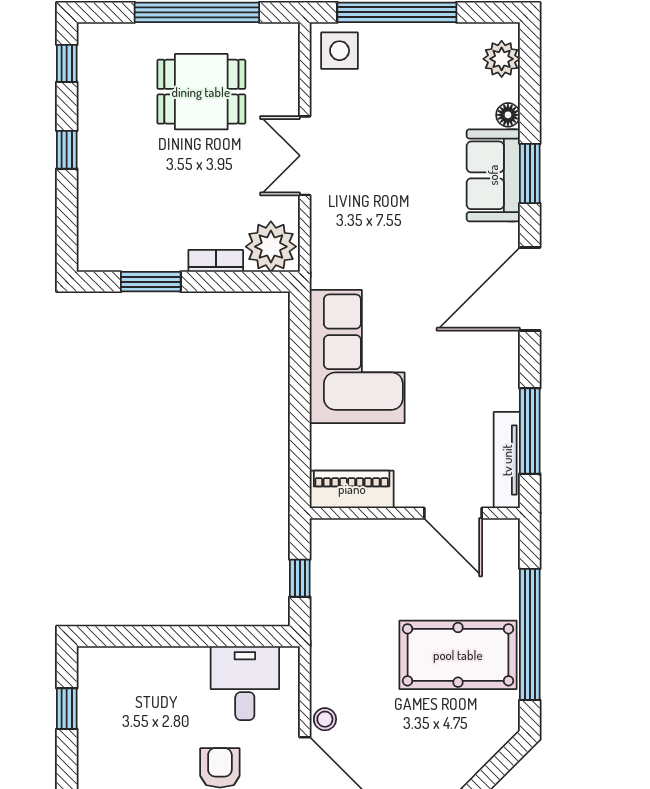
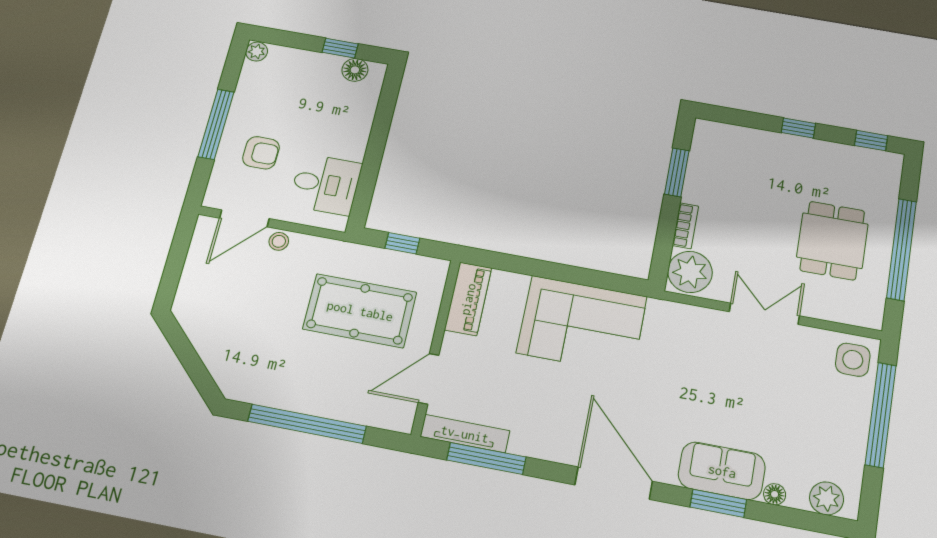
pool table: (458, 655) -> (360, 311), moved, turned 90
floor lamp: (92, 684) -> (355, 70), added

